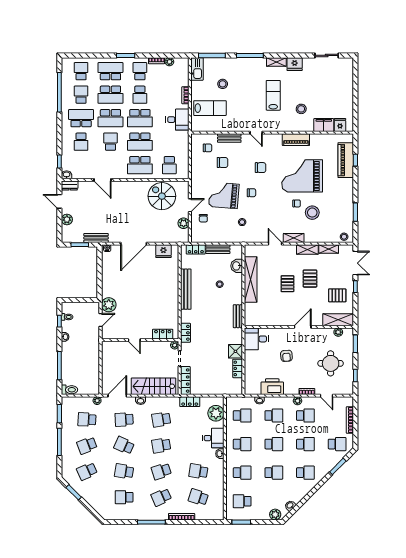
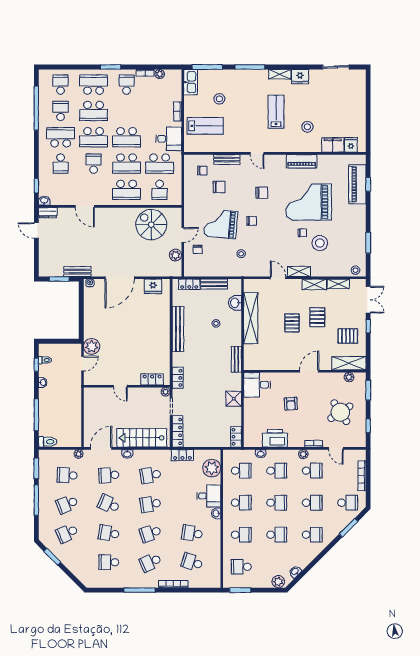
school desk: (140, 95) -> (160, 164), moved, width x1.85
plant: (67, 219) -> (45, 251), removed
round table: (331, 363) -> (340, 412), turned -33
locker: (238, 368) -> (236, 437), moved

